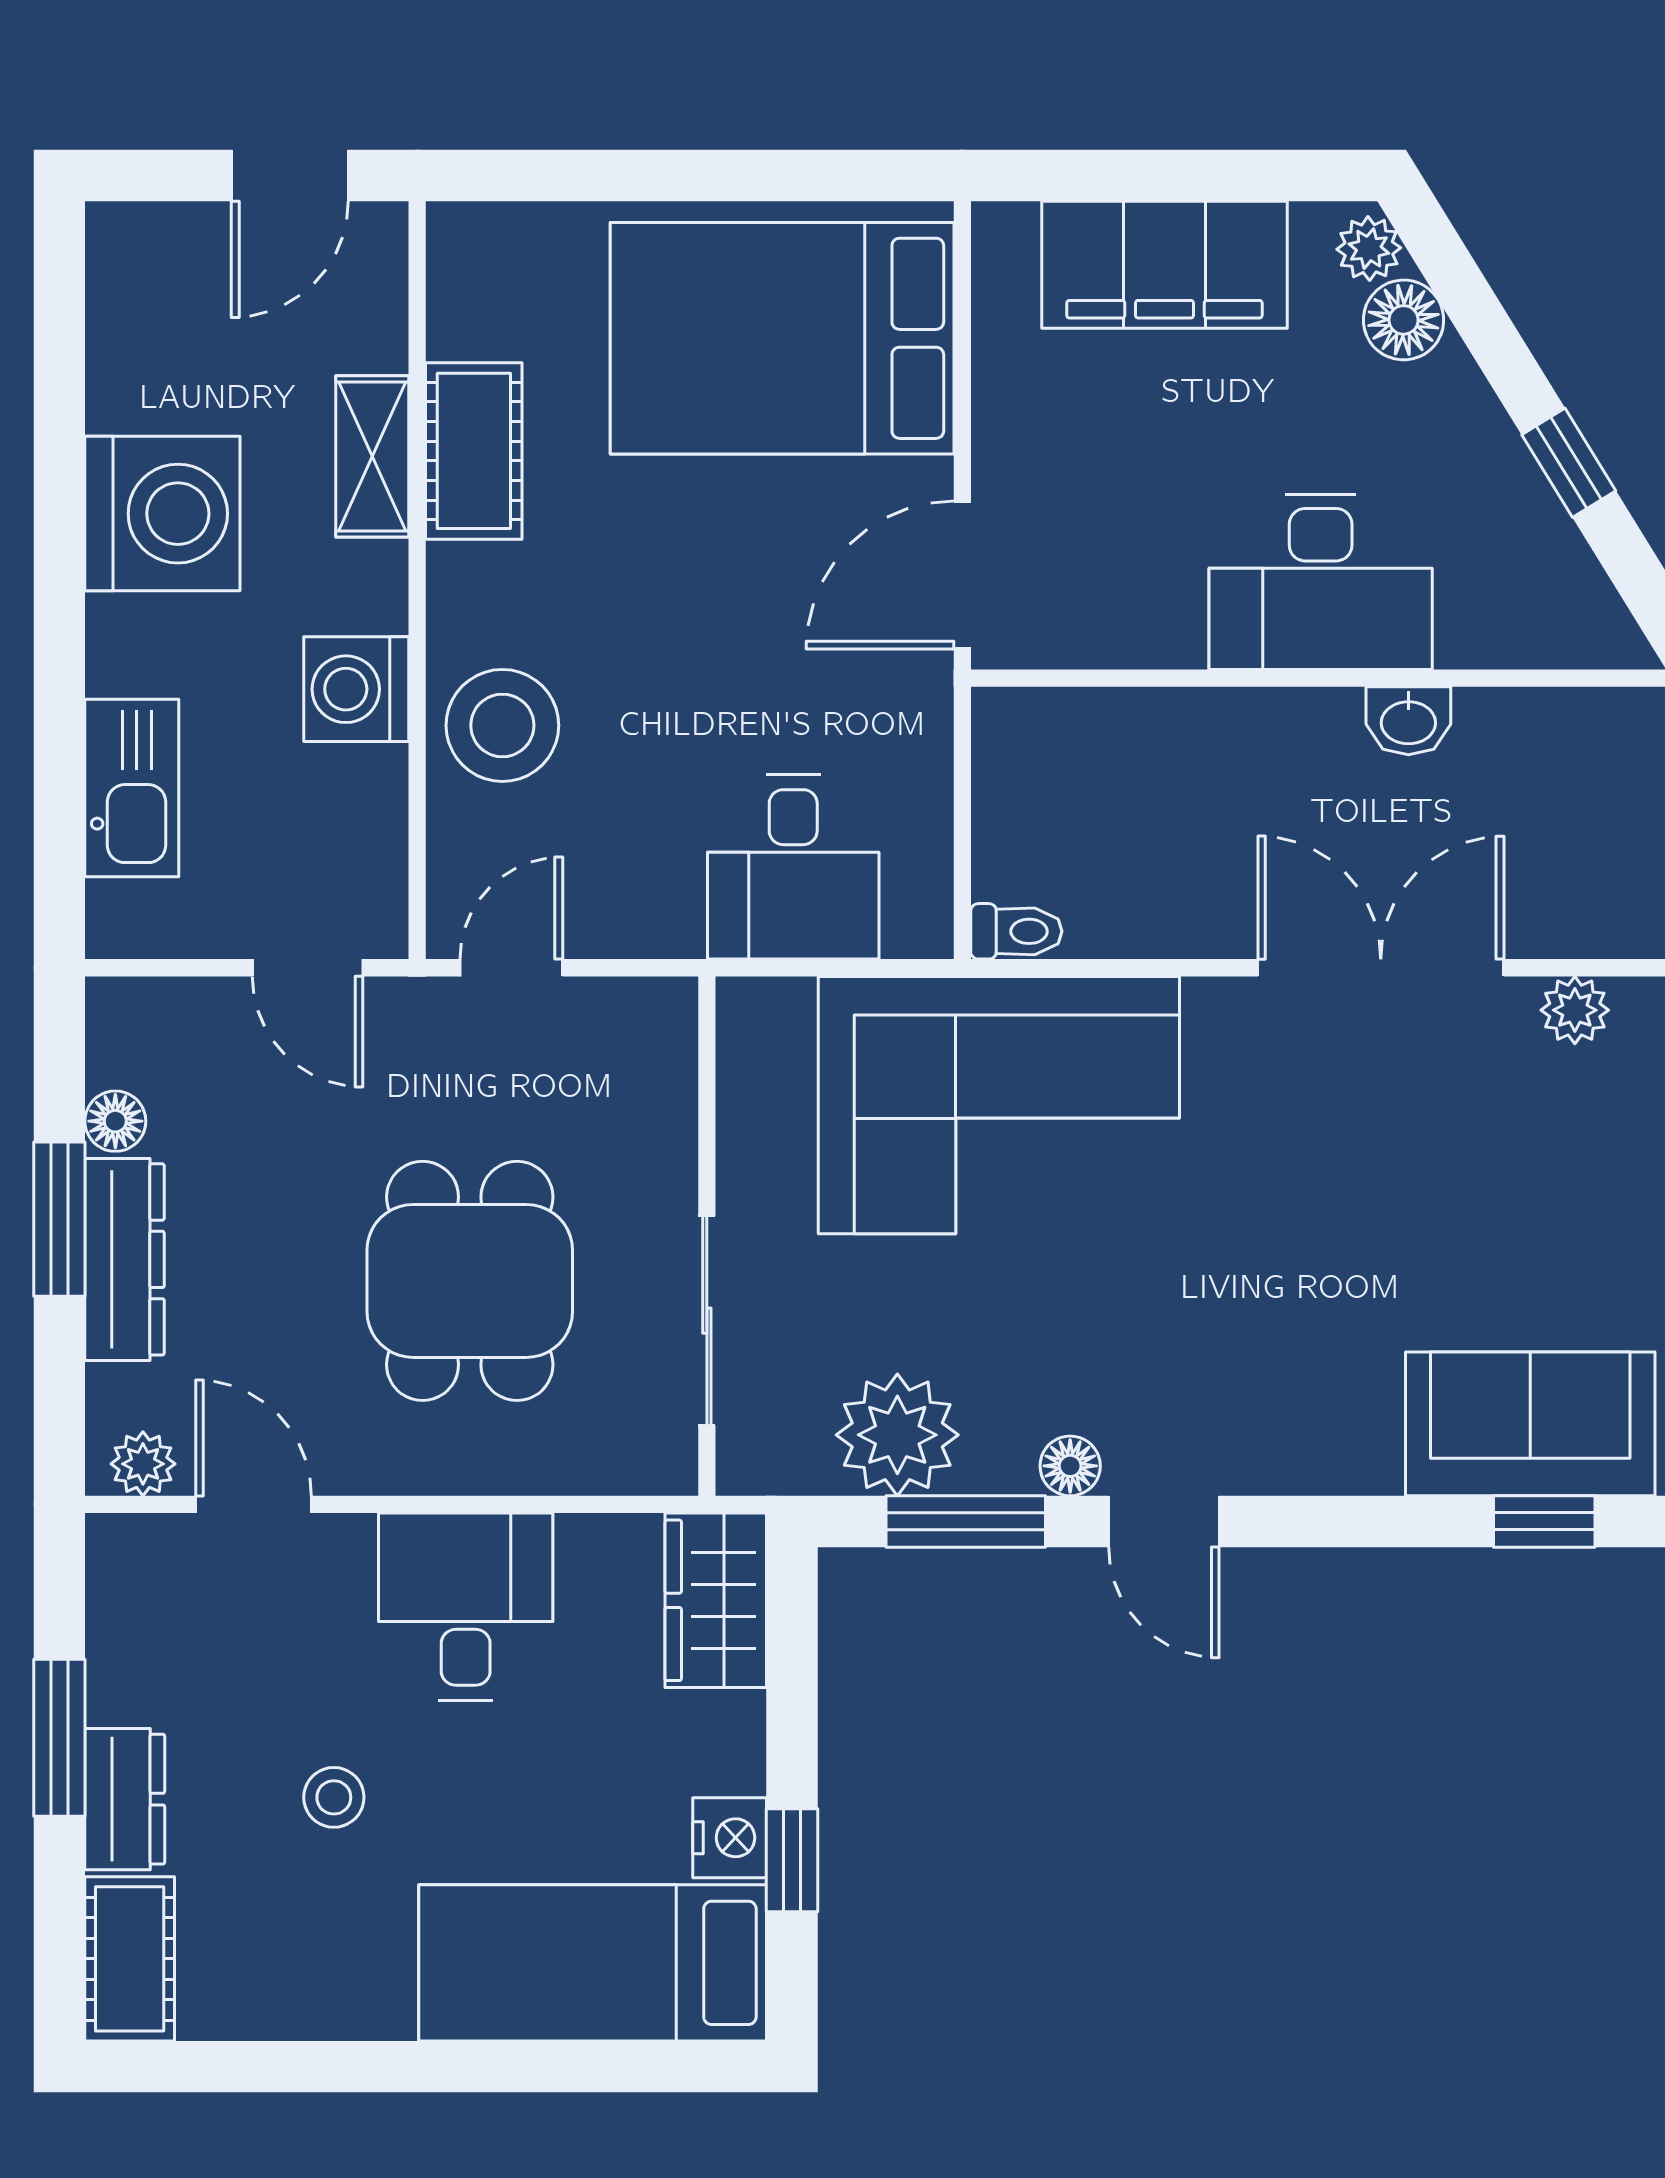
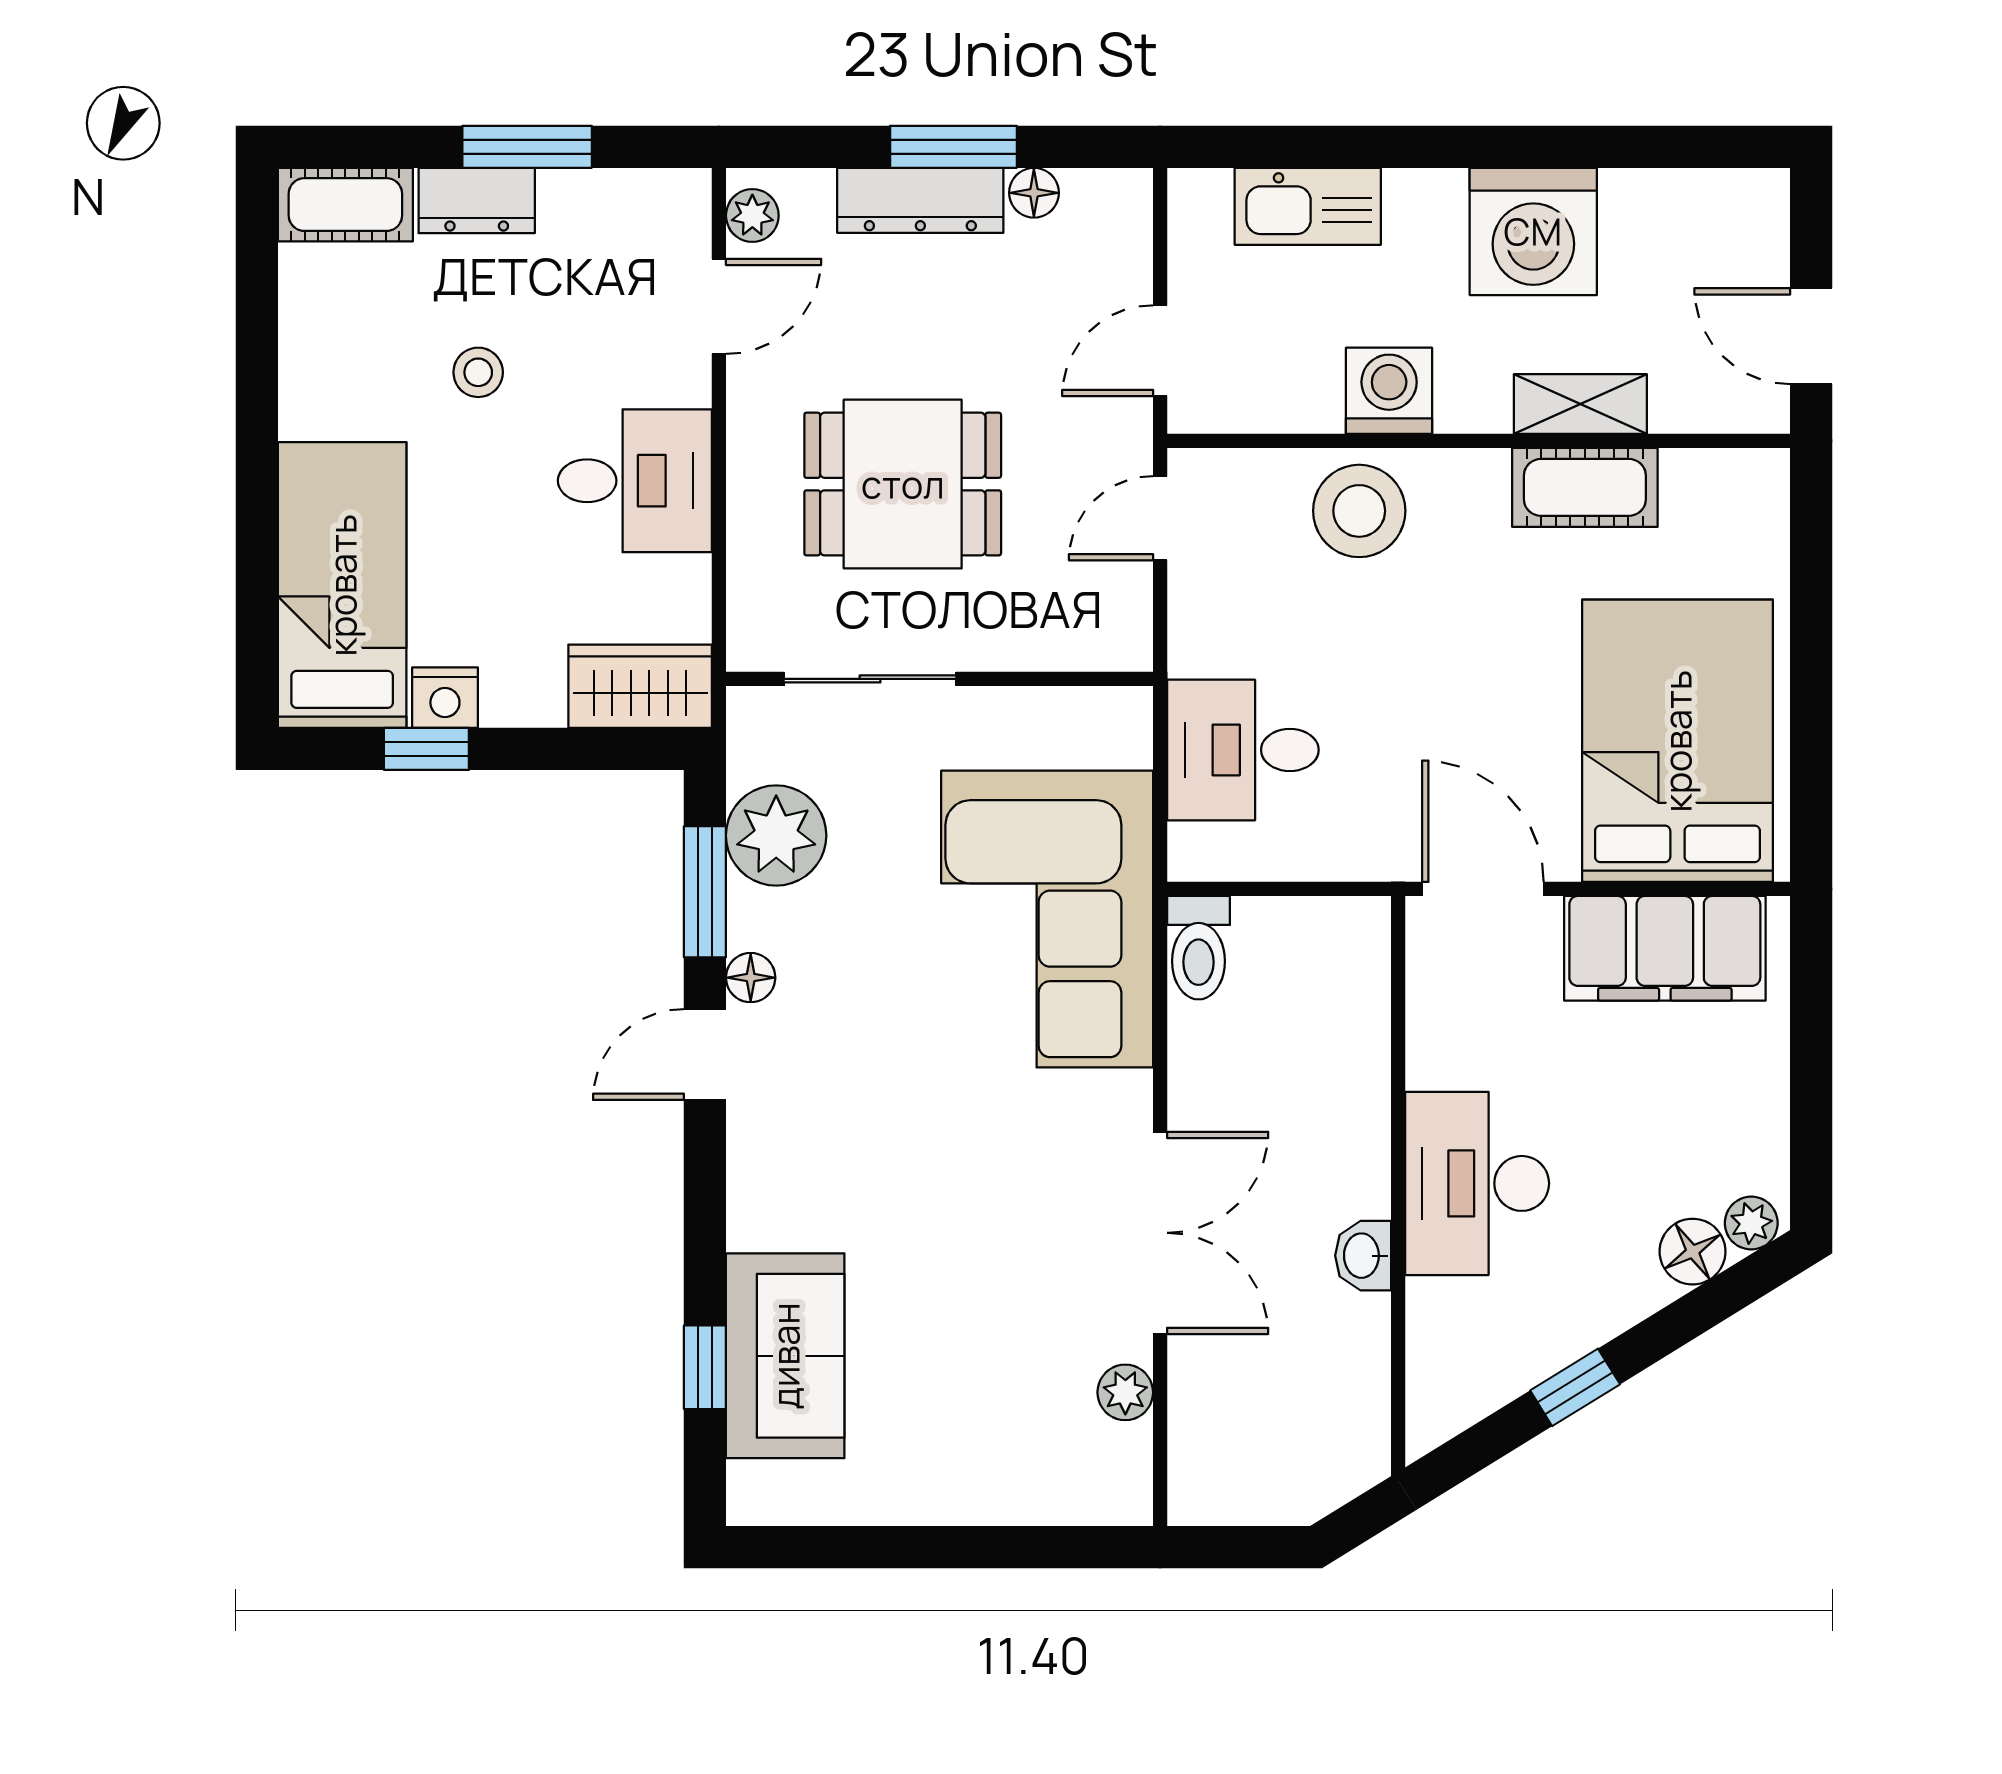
filing cabinet: (1164, 265) -> (1665, 948), moved, turned -90
toilet: (1016, 931) -> (1199, 948), width x1.37, depth x1.39
door: (511, 968) -> (1160, 518), swing flipped

